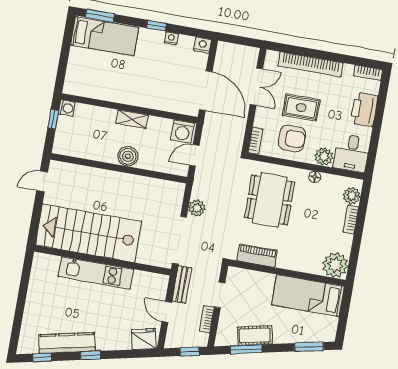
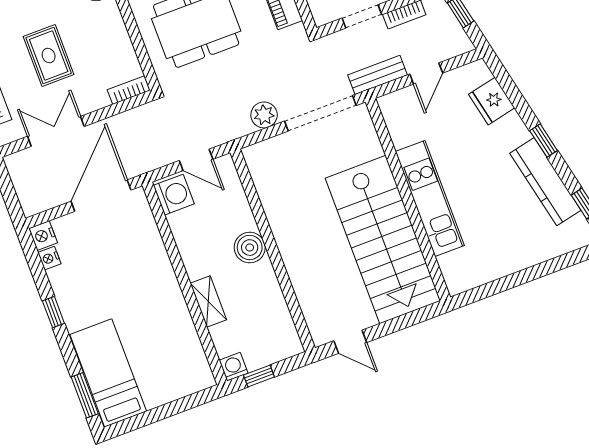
nightstand: (171, 38) -> (49, 258), moved
shelving: (132, 119) -> (208, 301), moved
armchair: (292, 139) -> (97, 43), removed
fridge: (144, 339) -> (492, 101), moved

